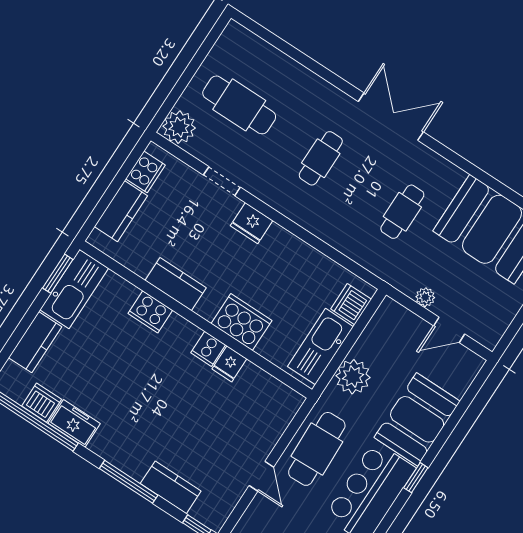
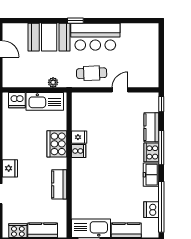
cooker: (150, 312) -> (151, 152), moved, turned 180
plant: (353, 377) -> (53, 82), width x0.53, depth x0.53
freezer: (74, 423) -> (151, 175), moved
cafe table: (317, 449) -> (92, 73), width x0.73, depth x0.74

